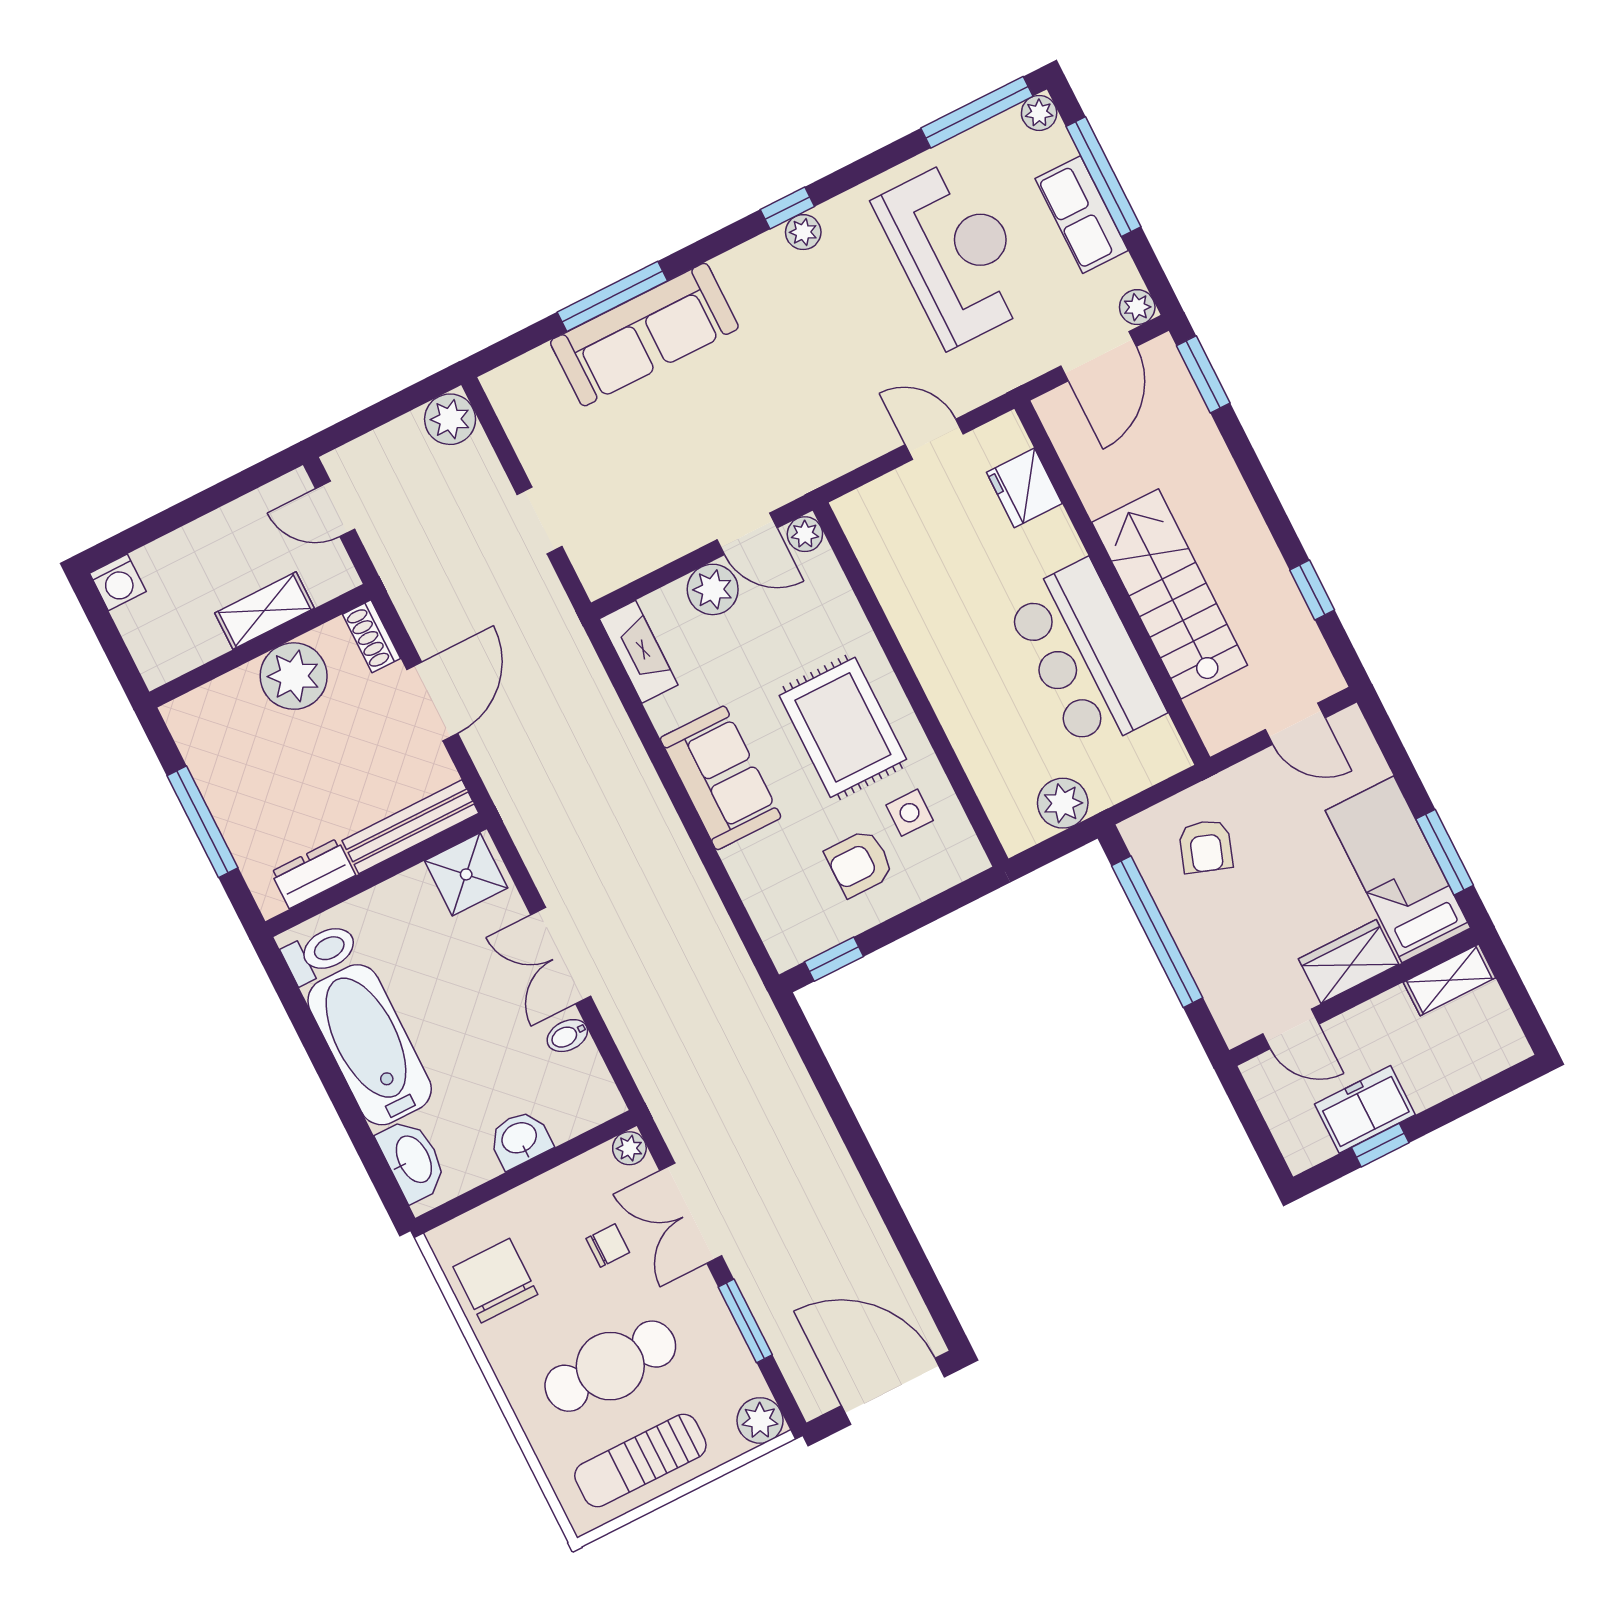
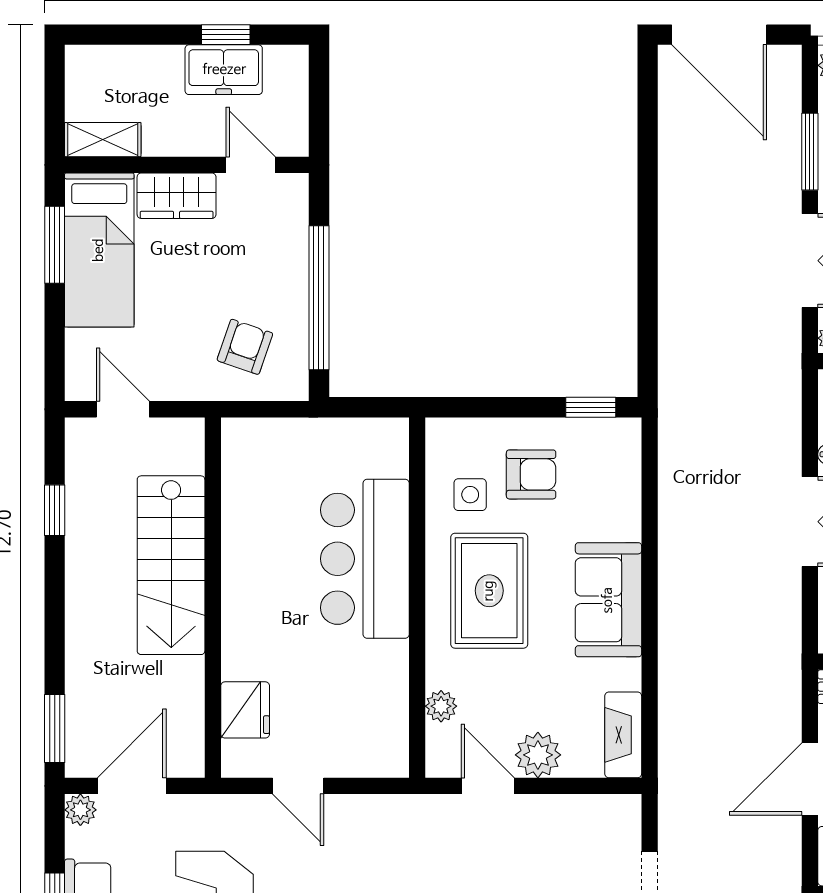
plant: (805, 534) -> (441, 706), moved
bar counter: (1085, 656) -> (365, 559), moved, turned 180
plant: (1063, 803) -> (343, 440), removed

